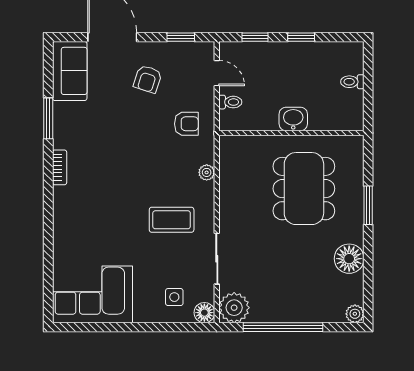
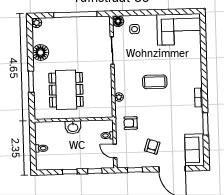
coffee table: (172, 220) -> (155, 82), moved
plant: (234, 308) -> (102, 24), removed

